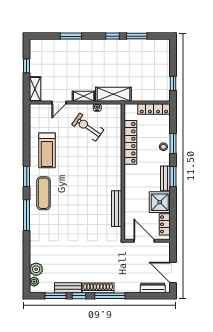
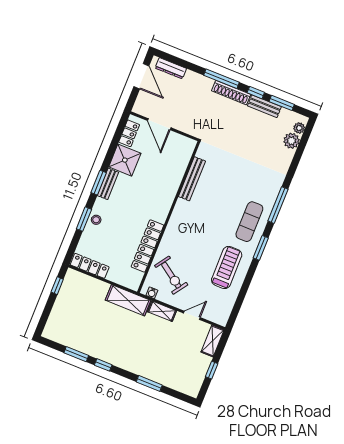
locker: (130, 142) -> (147, 246), moved
wall: (123, 172) -> (169, 217), moved
bench: (117, 209) -> (192, 179), moved

